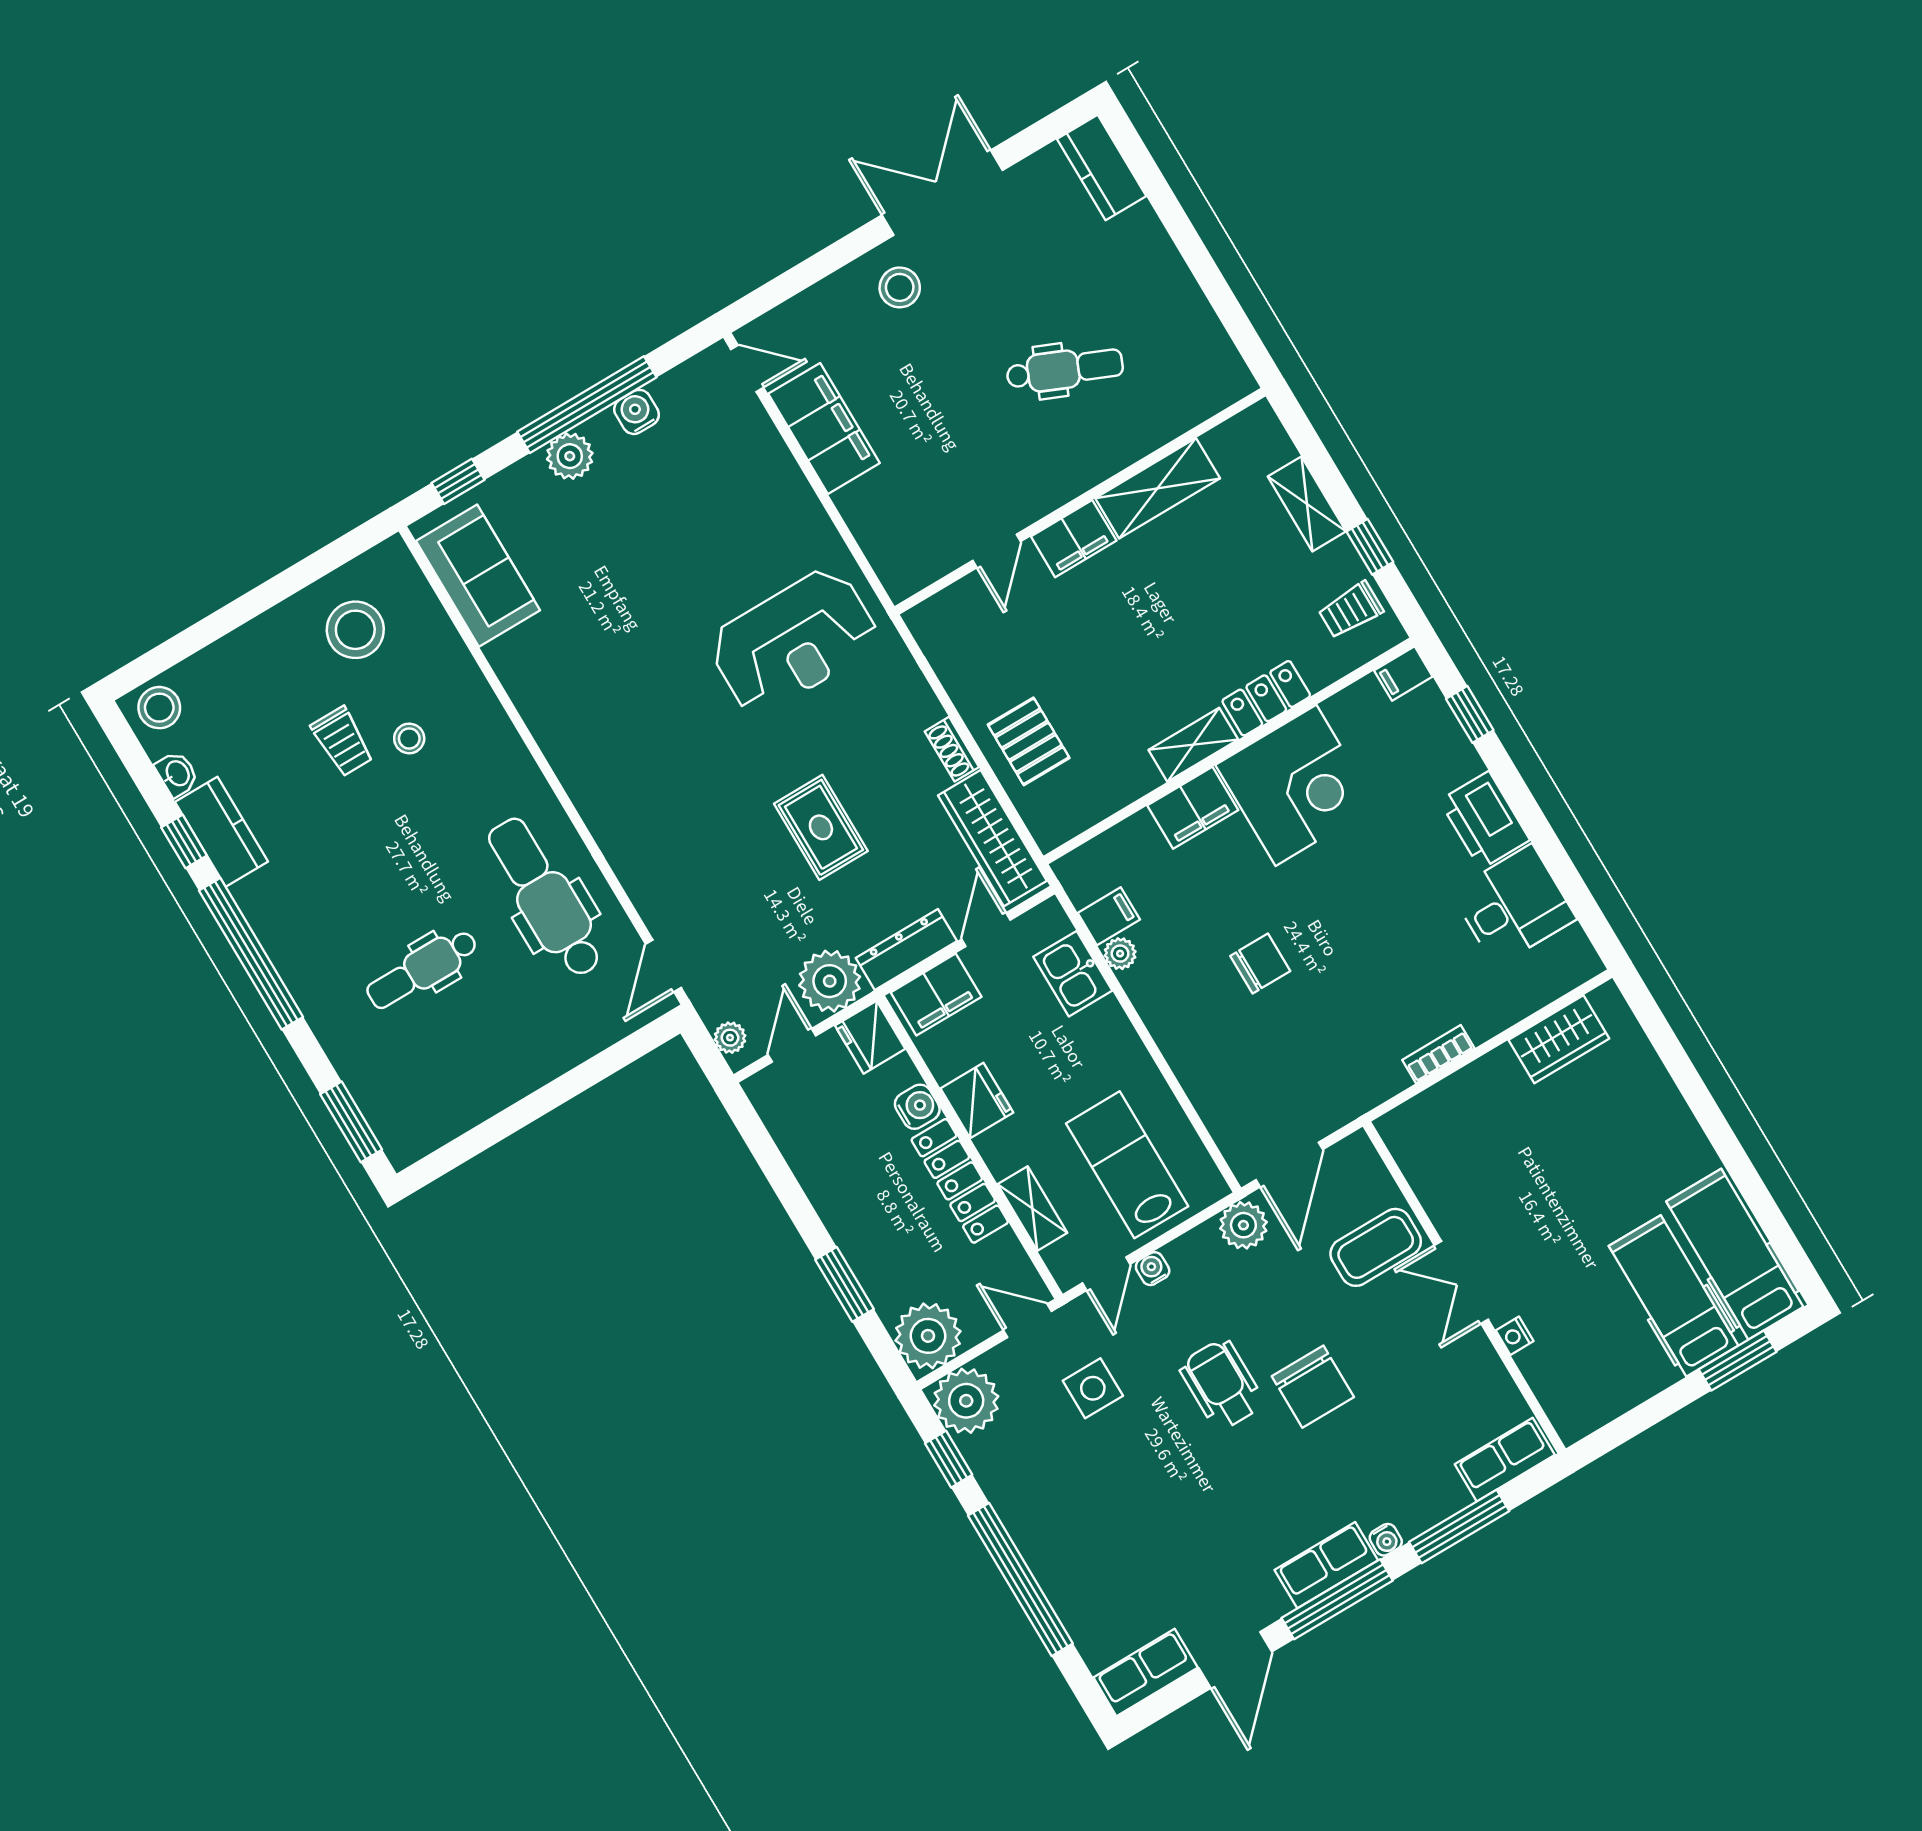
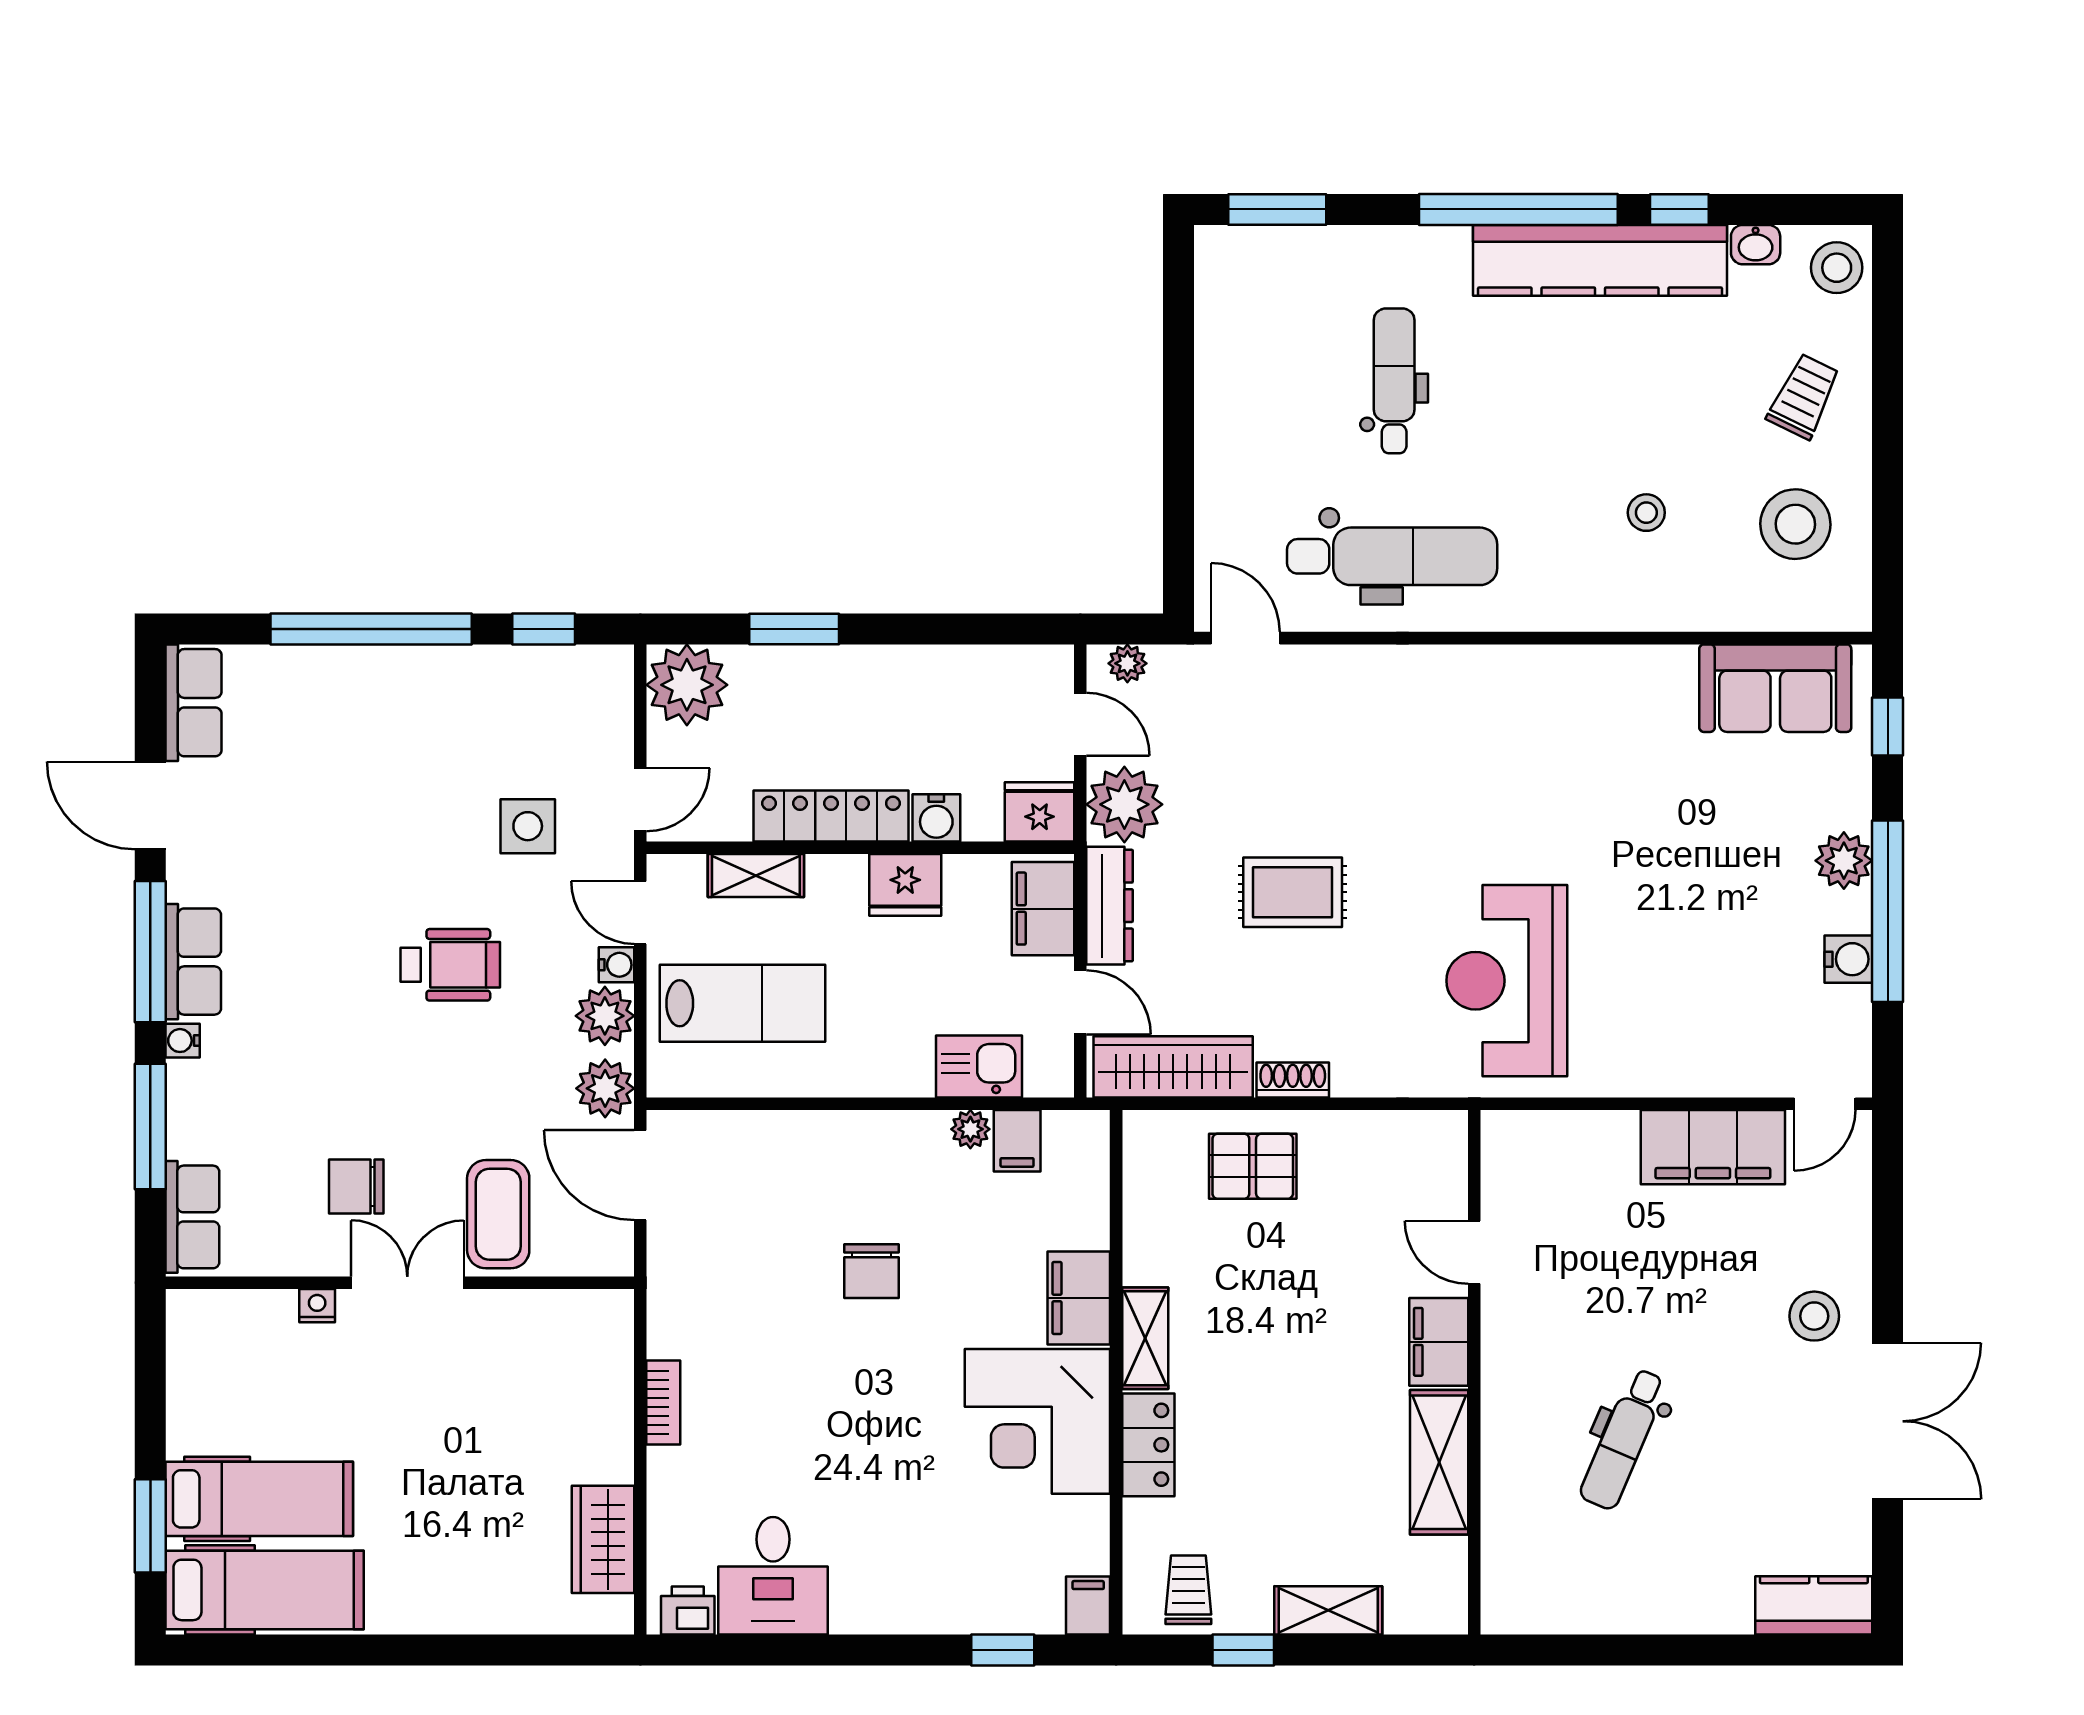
trolley: (342, 741) -> (1804, 396), moved, turned 116
printer: (1485, 820) -> (688, 1610), moved, width x0.53, depth x0.68
kitchen counter: (222, 832) -> (1600, 260), width x2.08, depth x1.17
chair: (1313, 1387) -> (356, 1187), moved, width x0.73, depth x0.73
plant: (966, 1401) -> (605, 1016), moved, width x0.73, depth x0.73

